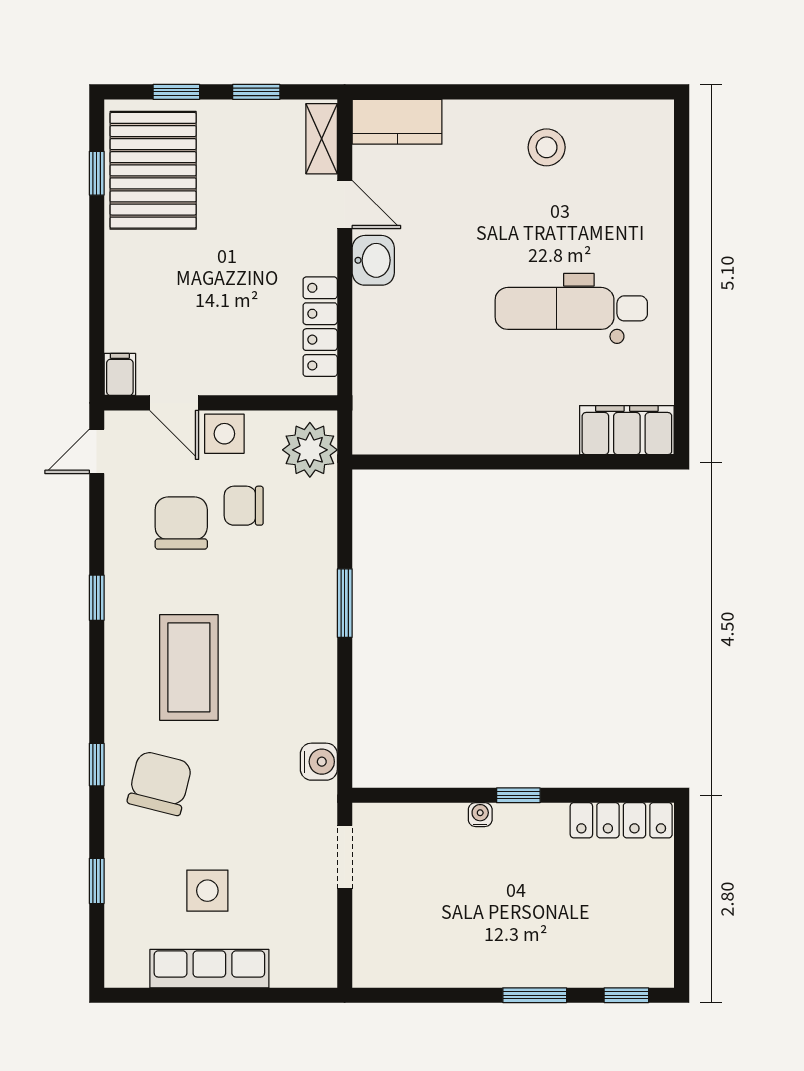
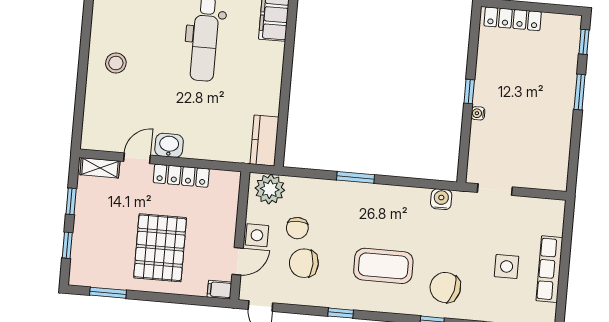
kitchen counter: (397, 122) -> (264, 141), moved, turned 180
stool: (547, 147) -> (116, 63), moved
pallet: (153, 170) -> (160, 248), moved, turned 90
window: (97, 173) -> (108, 293), width x1.50
locker: (320, 327) -> (181, 176), moved
locker: (621, 820) -> (513, 19), moved, turned 90

